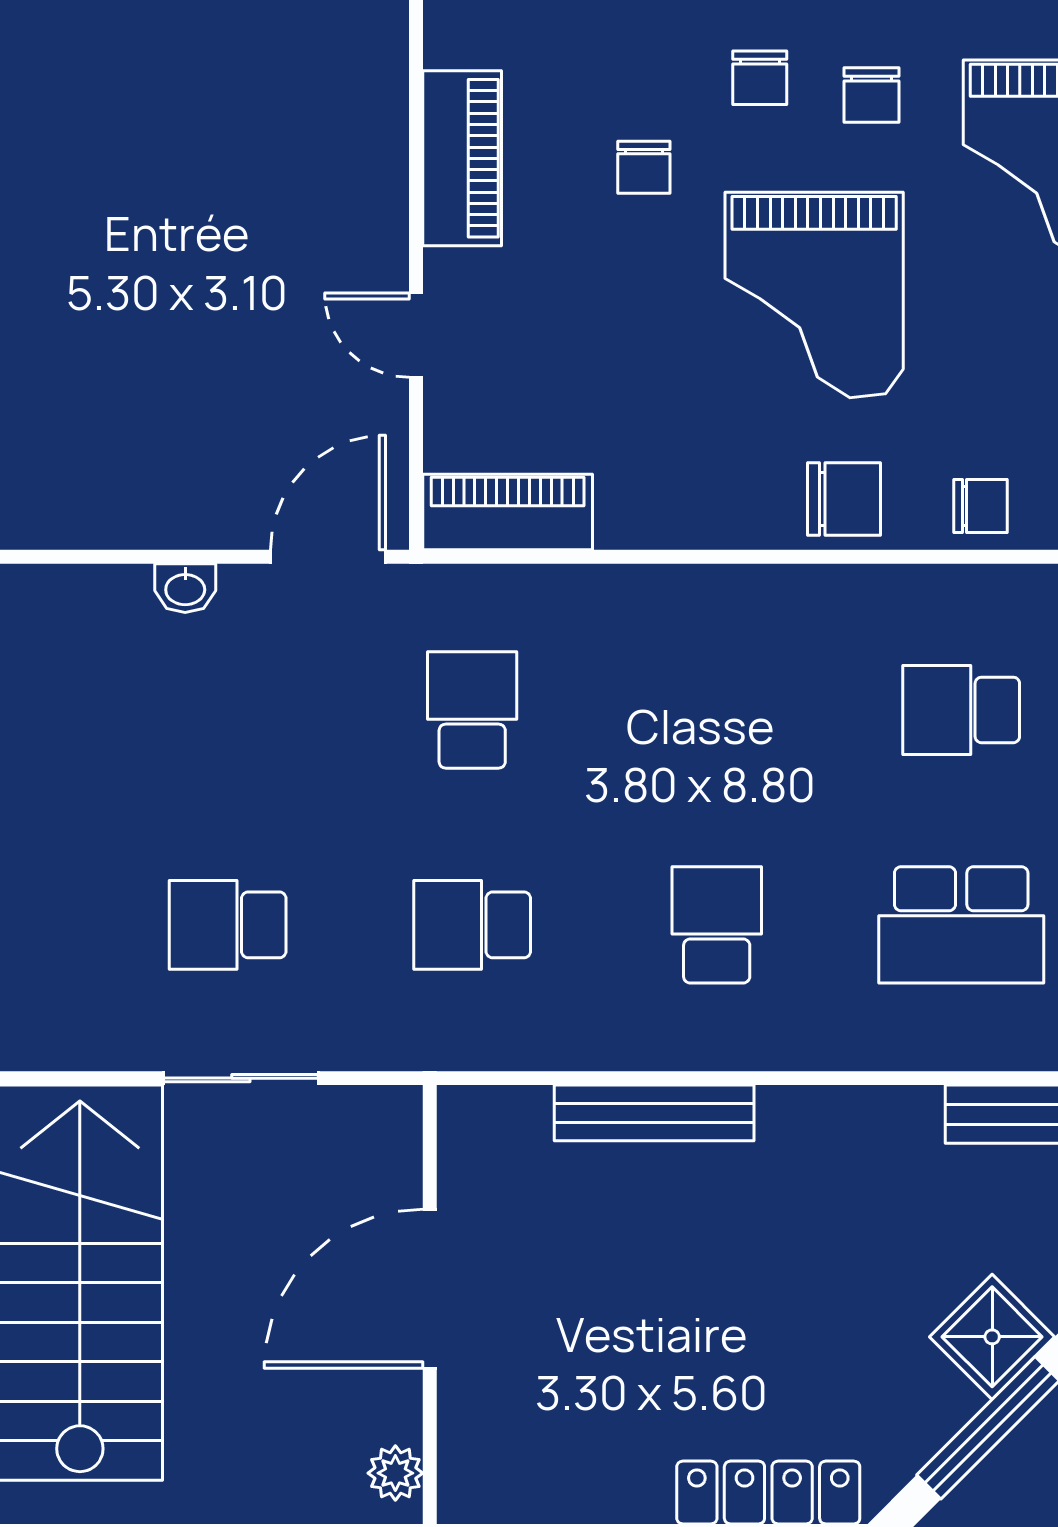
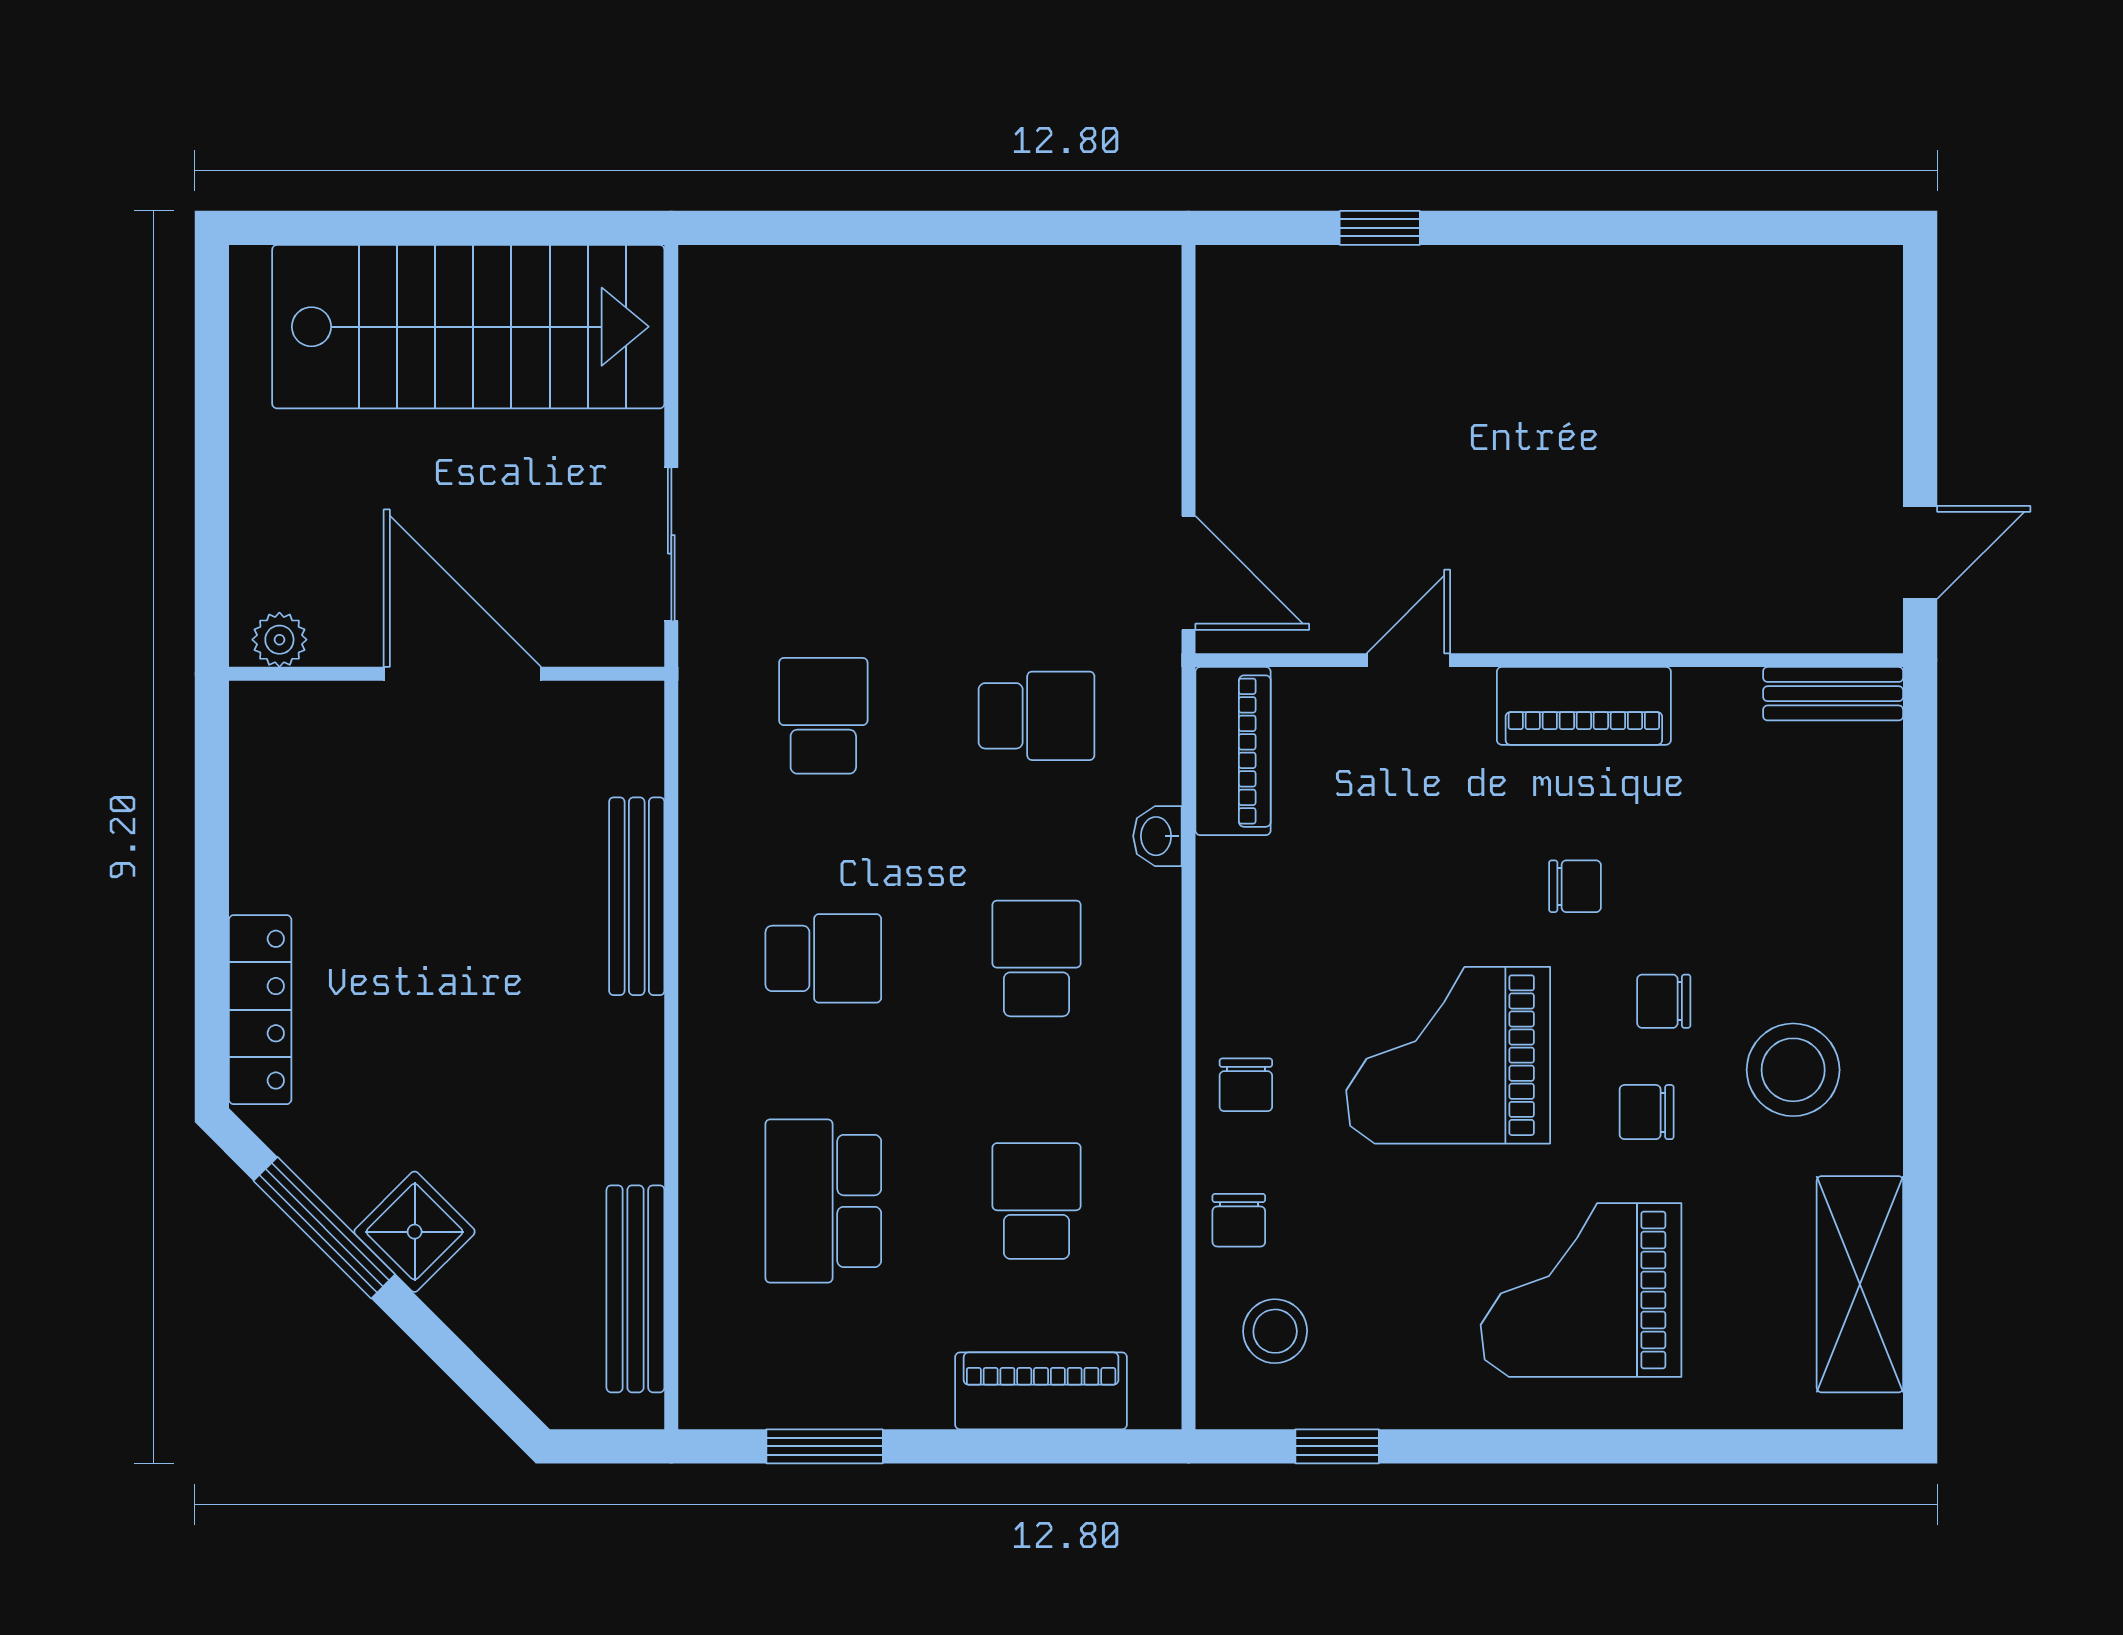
chair: (644, 167) -> (1575, 886), turned 180
chair: (844, 499) -> (1246, 1085), width x0.73, depth x0.73
washbasin: (185, 588) -> (1157, 836), moved
school desk: (228, 925) -> (1037, 958), moved
sliding door: (241, 1078) -> (671, 544), moved

